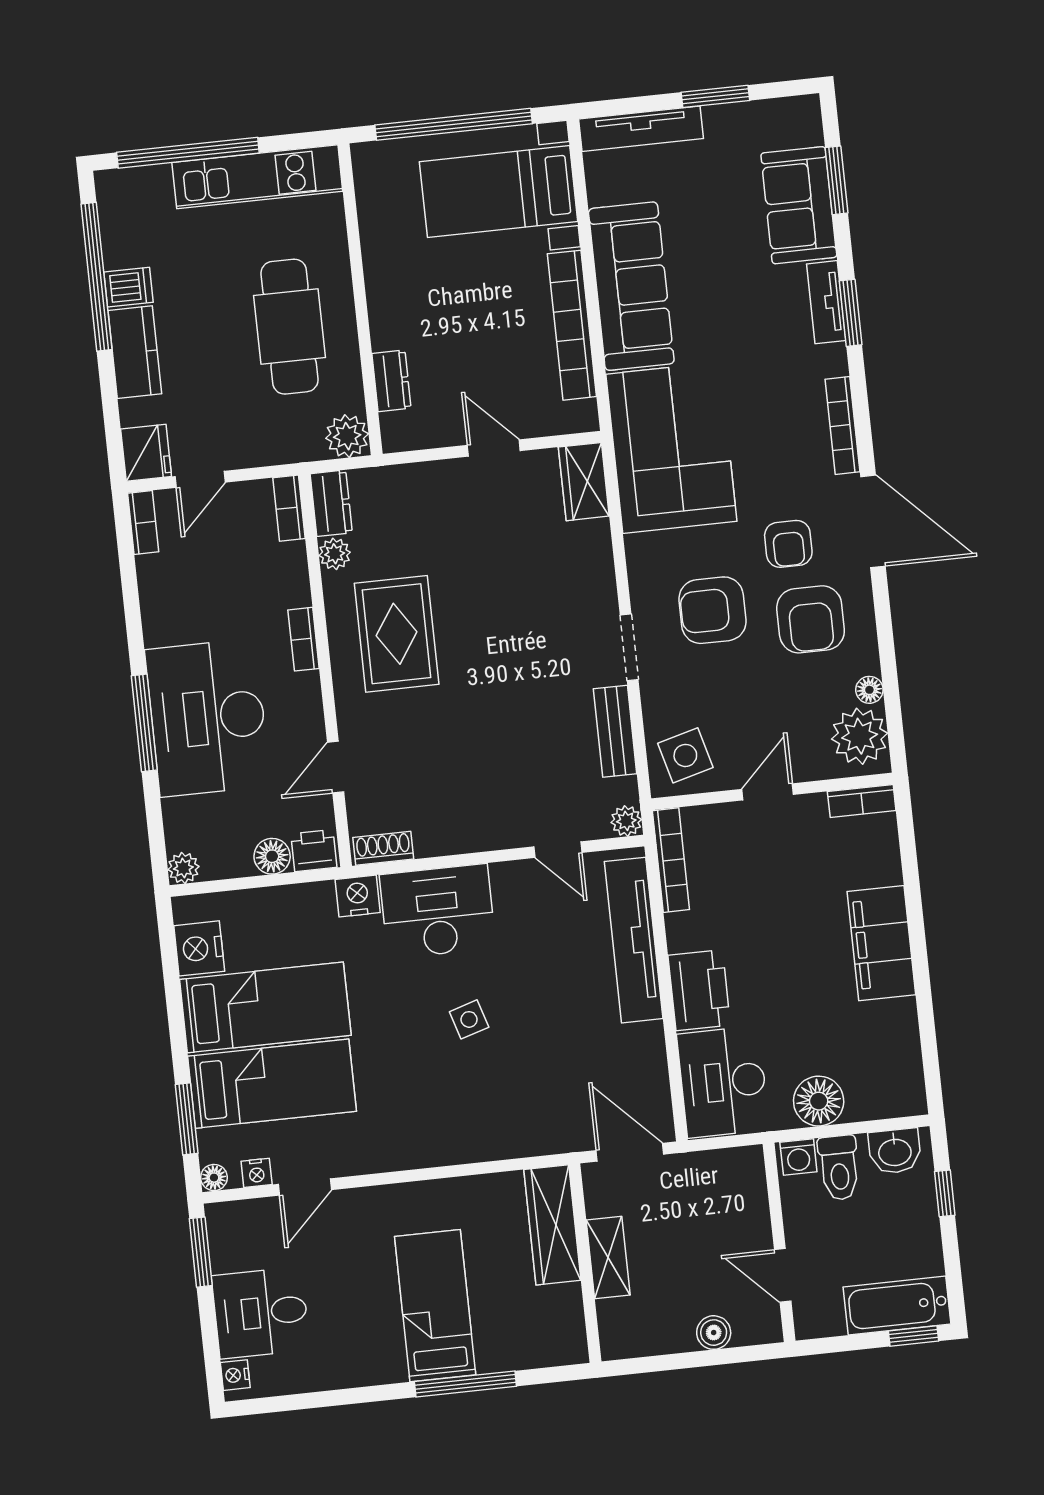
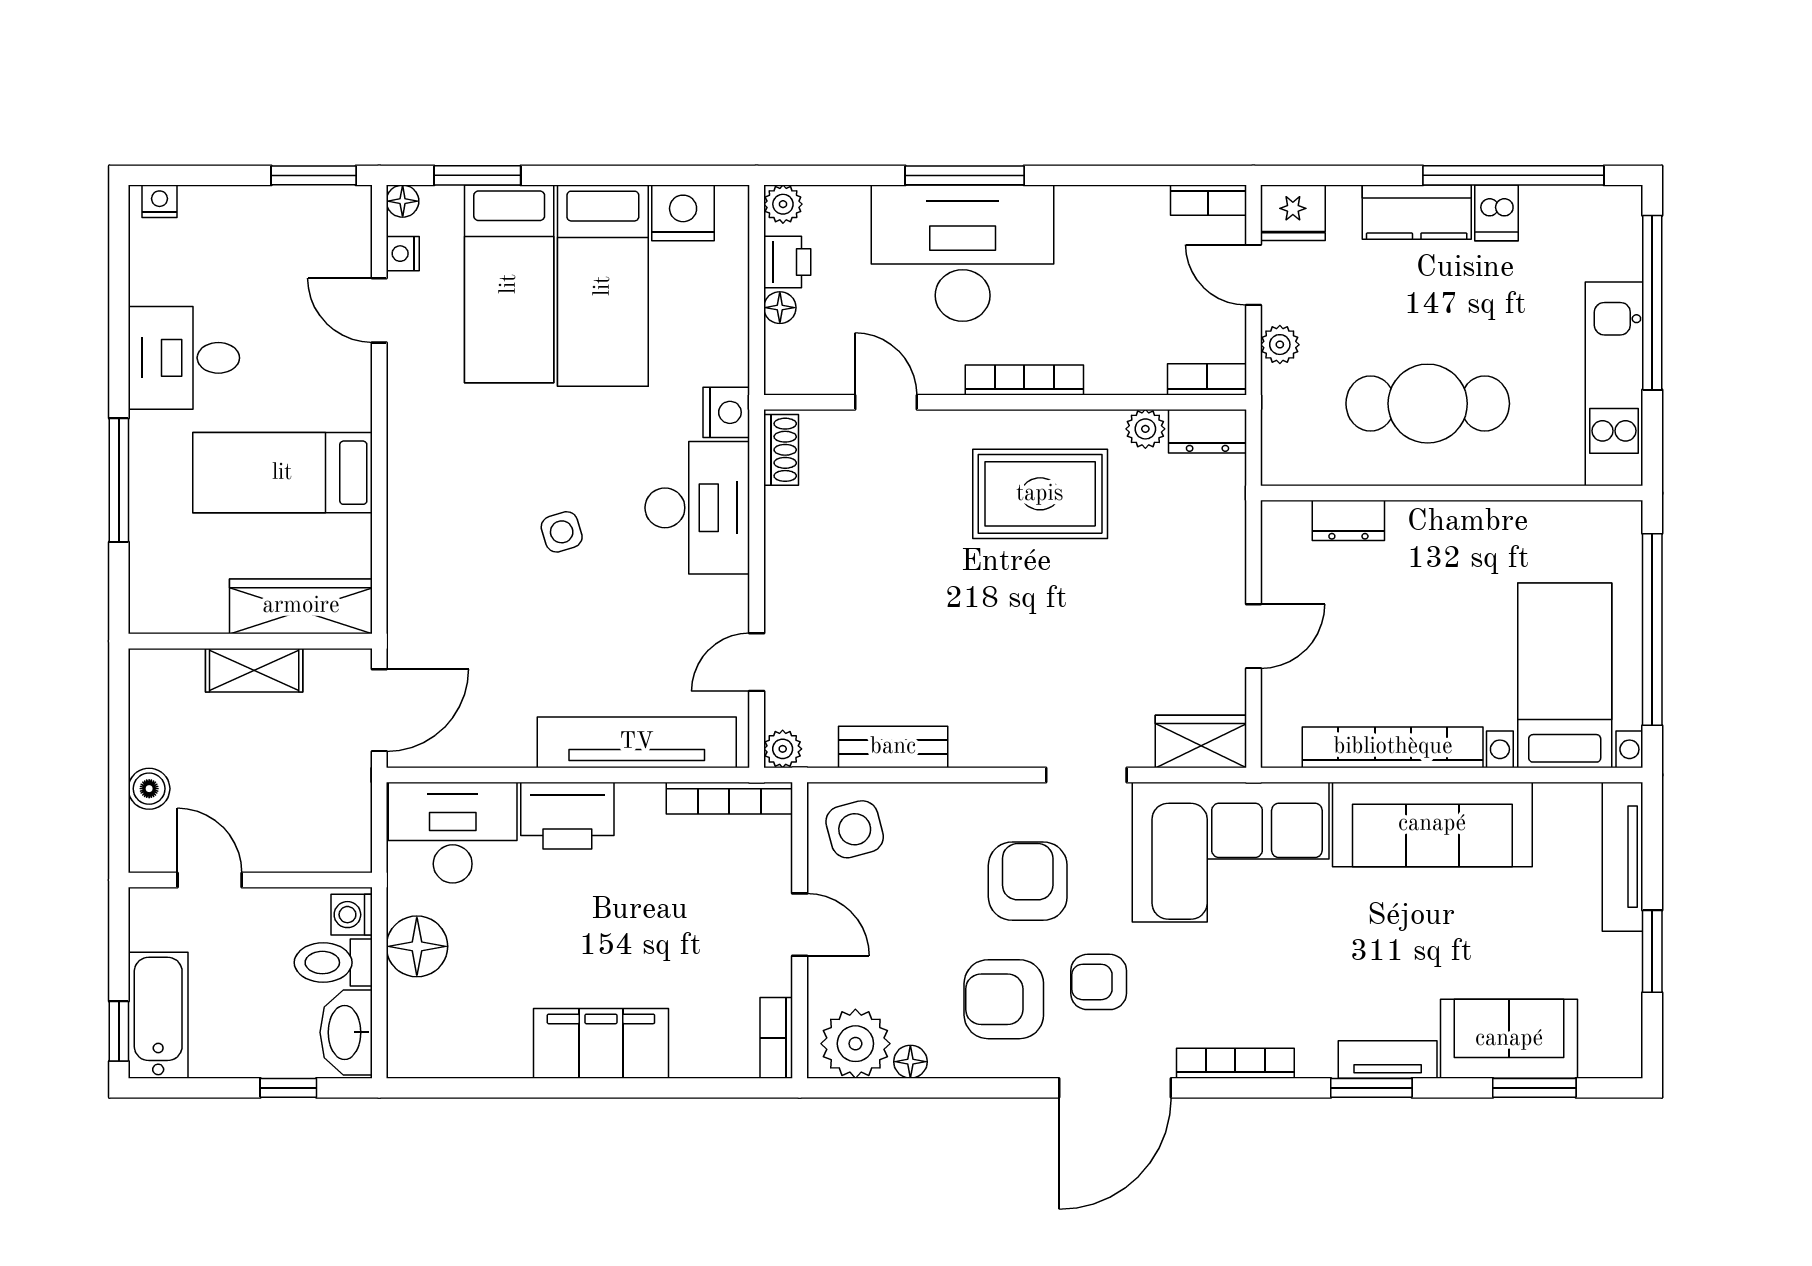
plant: (347, 436) -> (1280, 345), moved, width x0.73, depth x0.73
bookcase: (304, 639) -> (1024, 380), width x1.56
doorway: (629, 647) -> (1086, 775), moved
printer: (314, 851) -> (787, 262), moved
floor lamp: (272, 856) -> (780, 308), width x0.73, depth x0.73
washbasin: (895, 1151) -> (346, 1032), width x1.38
door: (783, 1275) -> (210, 880), hinge flipped
bed: (435, 1306) -> (282, 473), moved, turned 180
desk: (261, 1313) -> (184, 358), moved, turned -90

